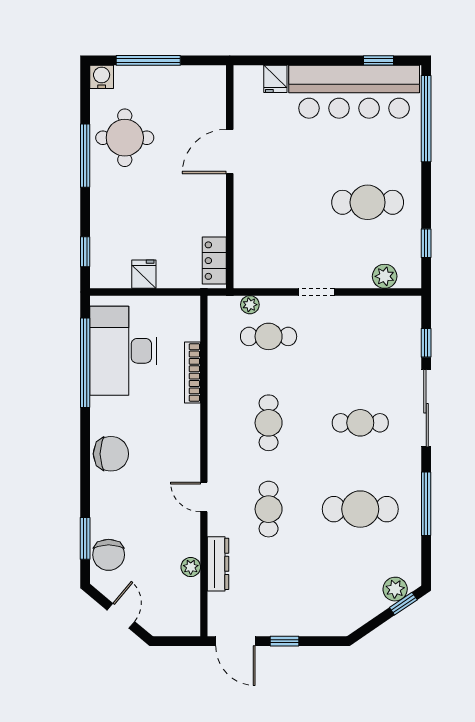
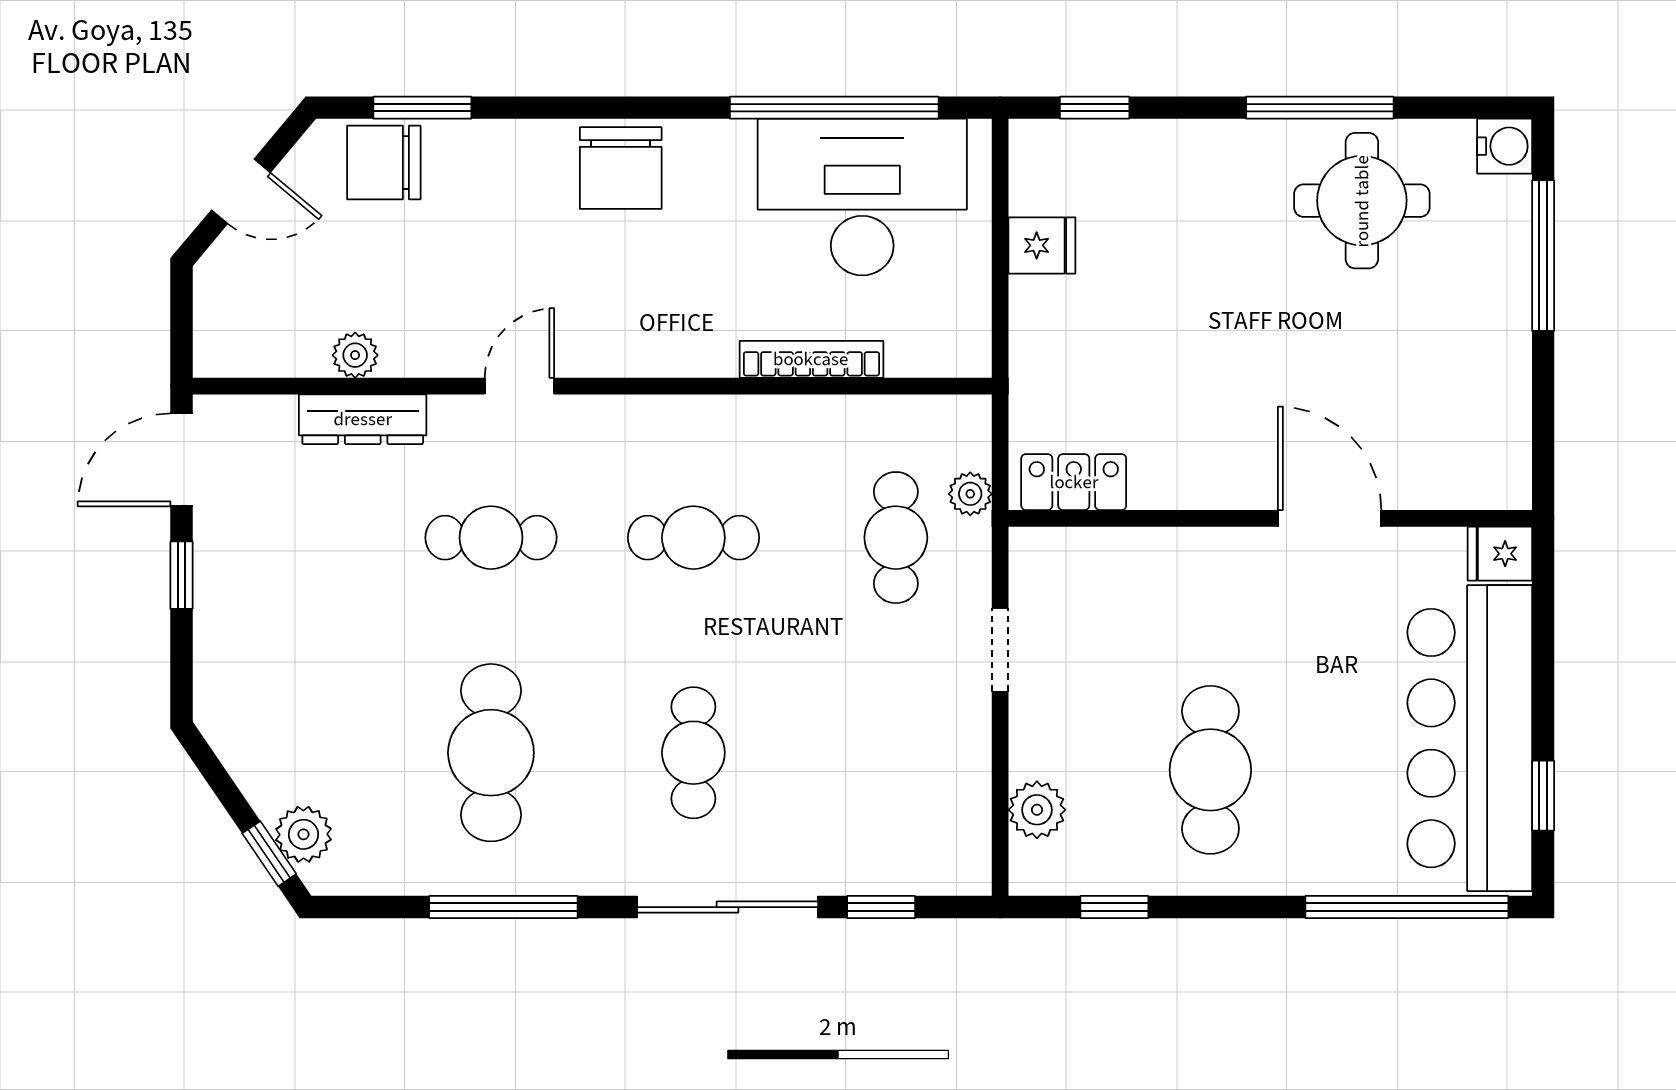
door: (230, 151) -> (1330, 518), moved
wall: (230, 177) -> (1270, 518), moved
locker: (214, 261) -> (1074, 482), moved

